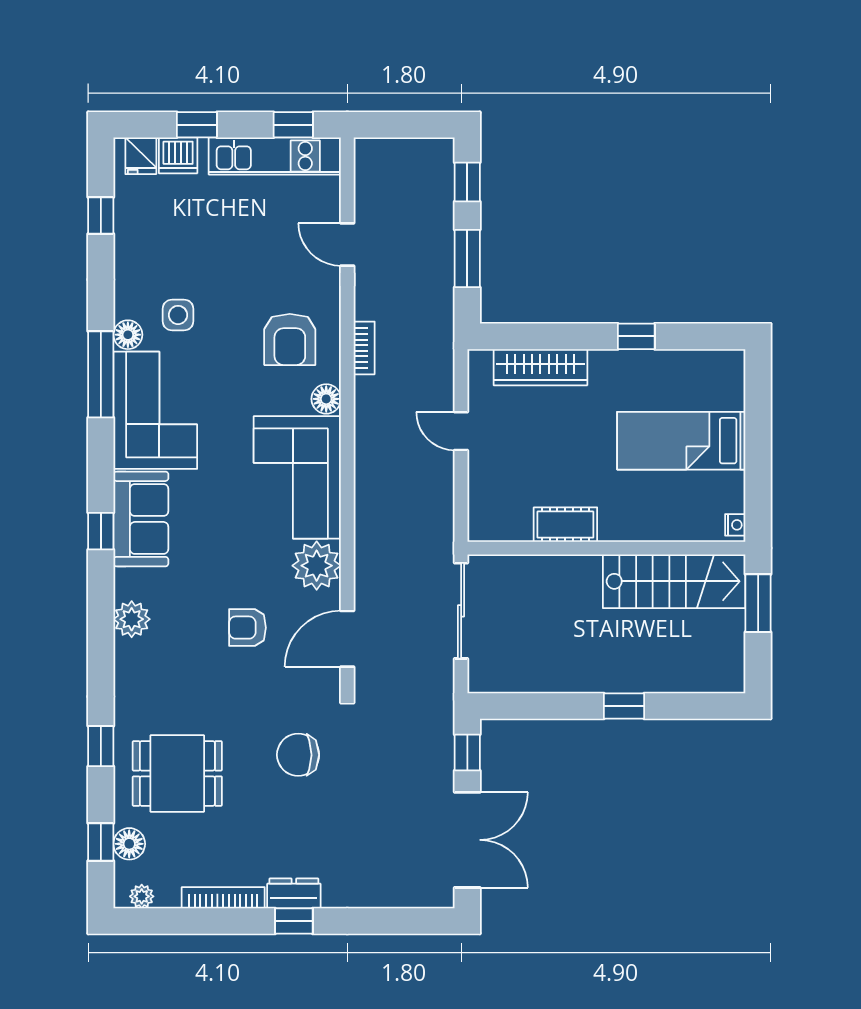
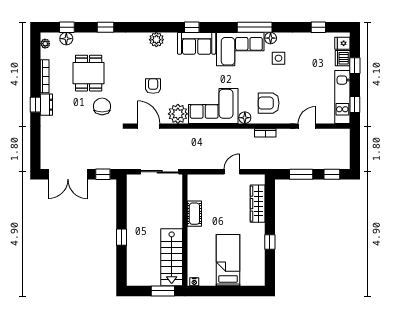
dining table: (177, 773) -> (89, 73), moved

